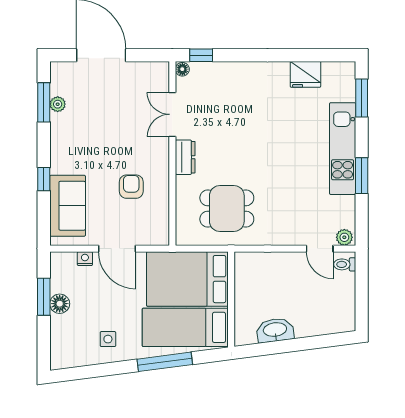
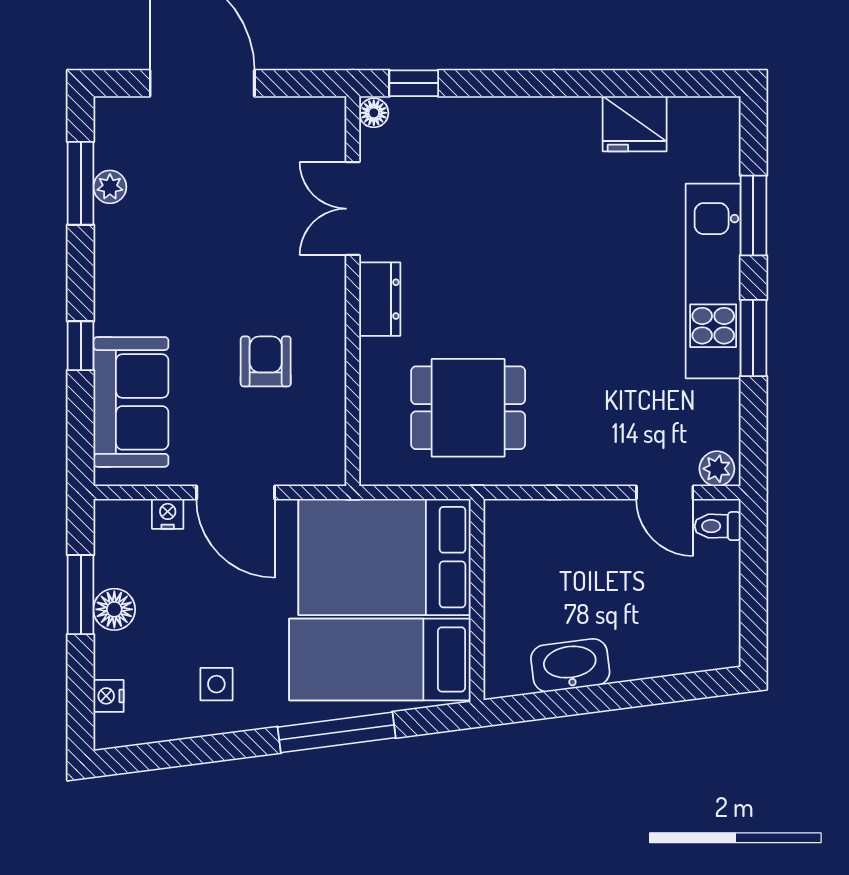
window: (362, 98) -> (753, 215), moved
nightstand: (57, 345) -> (109, 696), added

